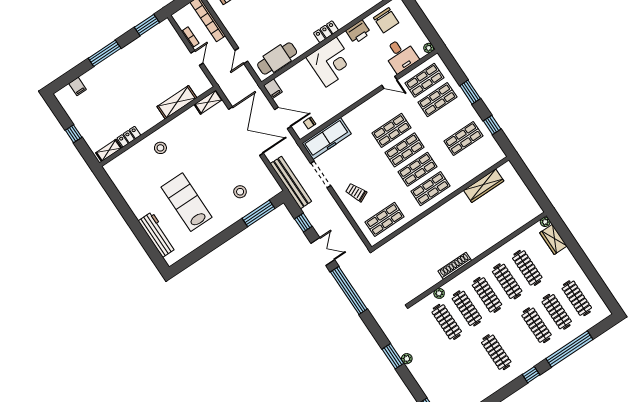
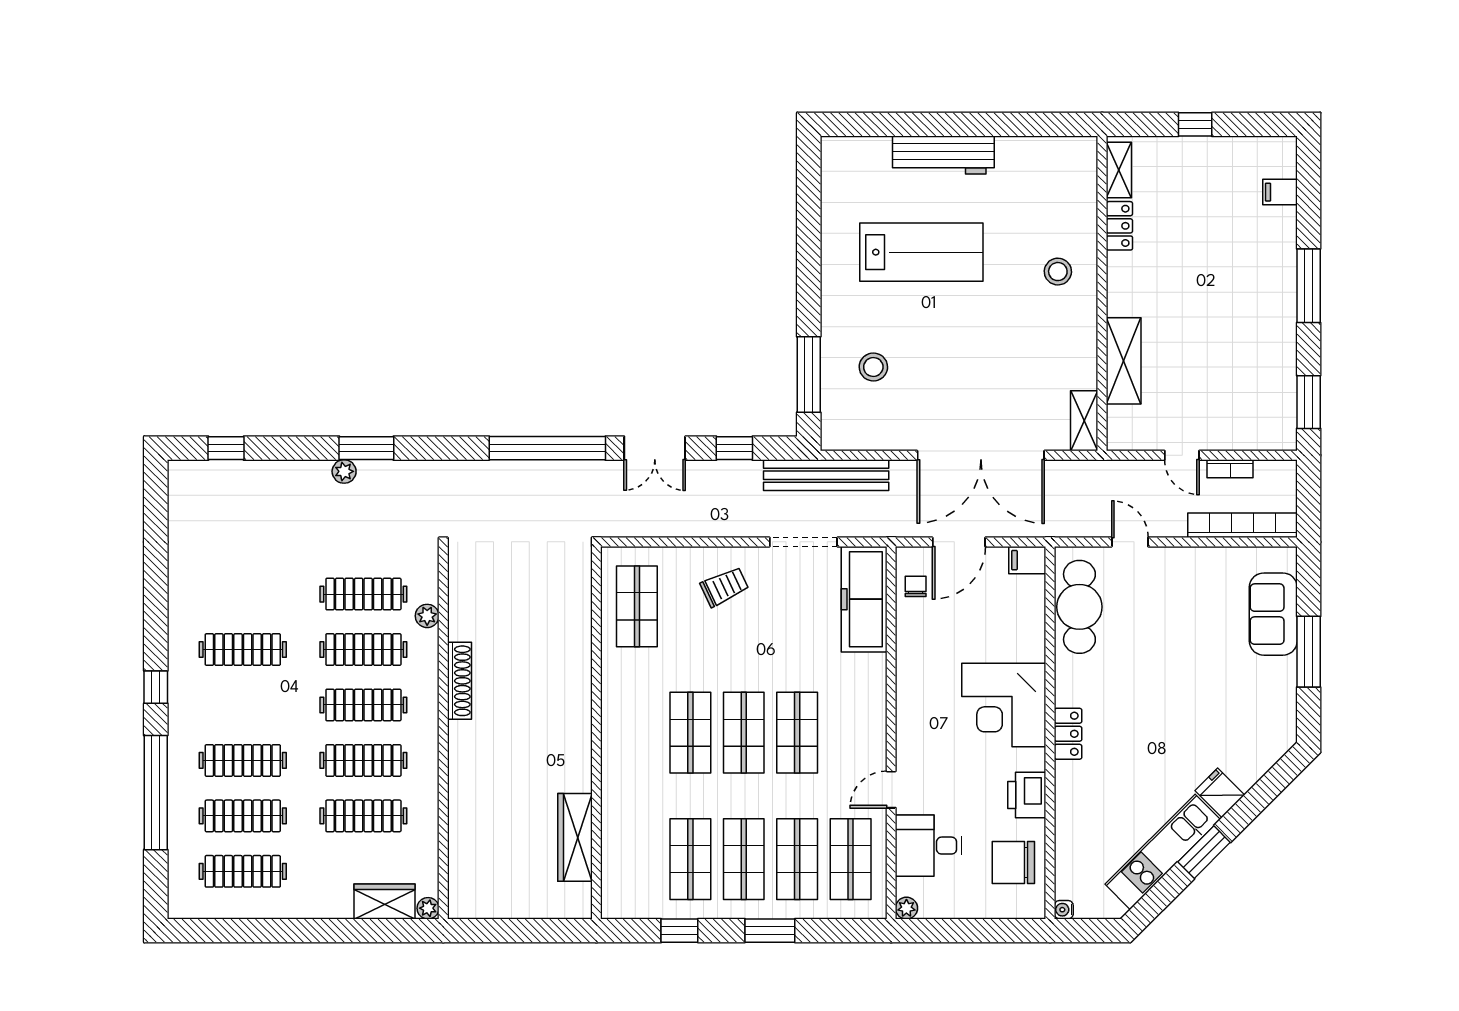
shop shelf: (431, 189) -> (744, 859), moved
workbench: (157, 235) -> (943, 155), moved

